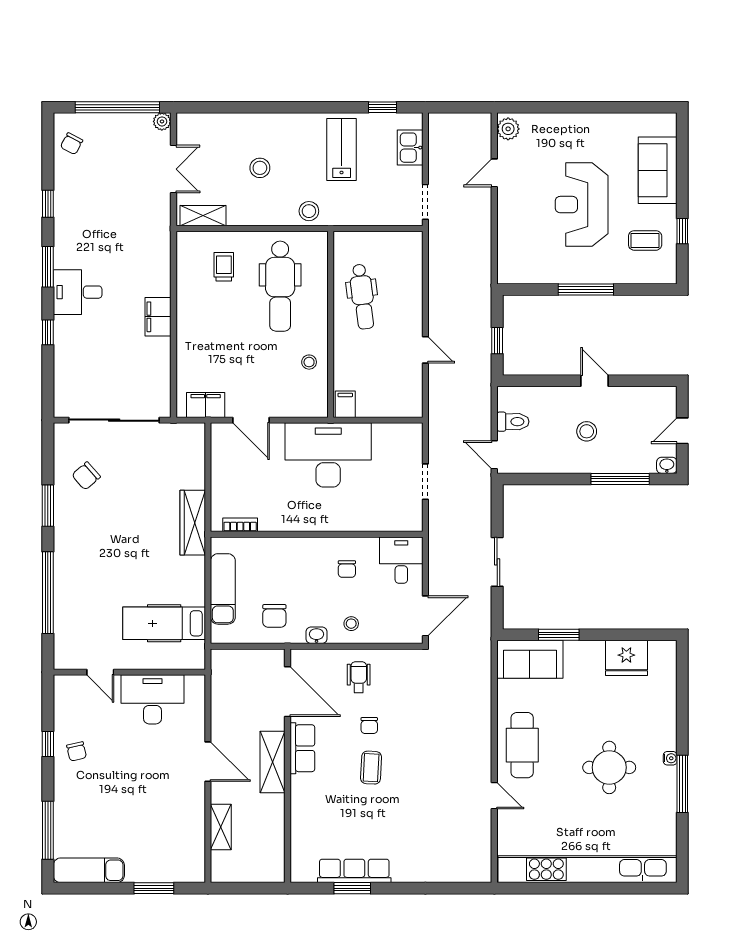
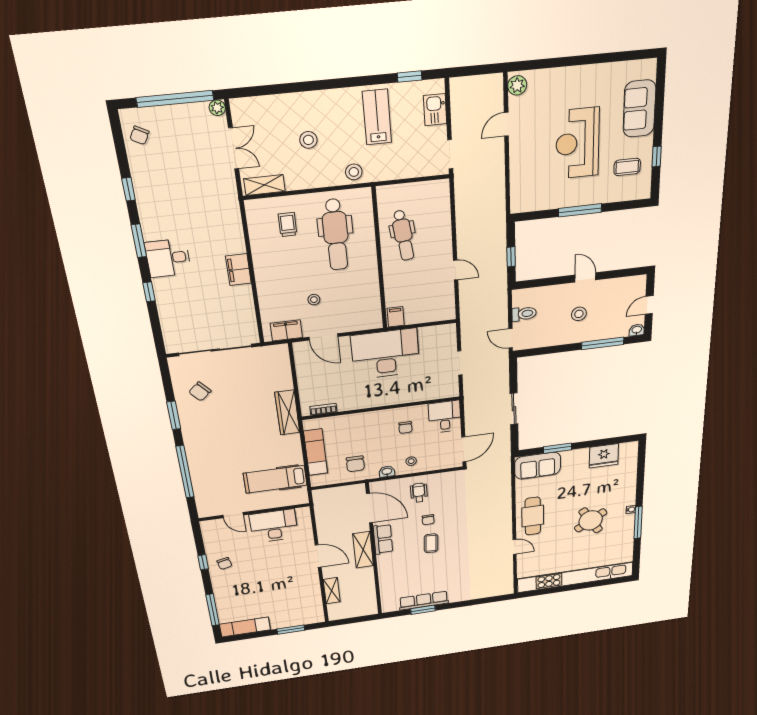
stool: (309, 362) -> (314, 300), moved
round table: (609, 767) -> (591, 520), turned -32

